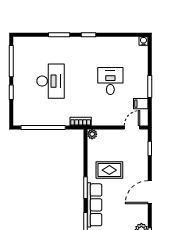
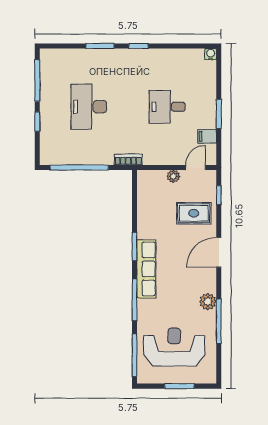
desk: (51, 81) -> (89, 107), turned 180
desk: (110, 81) -> (167, 107), turned -90
plant: (92, 134) -> (173, 176), moved
rug: (109, 170) -> (194, 213), moved

